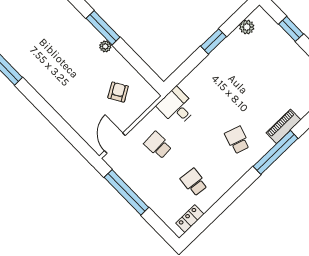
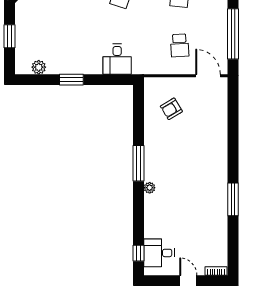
plant: (105, 46) -> (150, 188), moved
desk: (177, 107) -> (117, 59), moved
door: (115, 143) -> (208, 76), swing flipped

